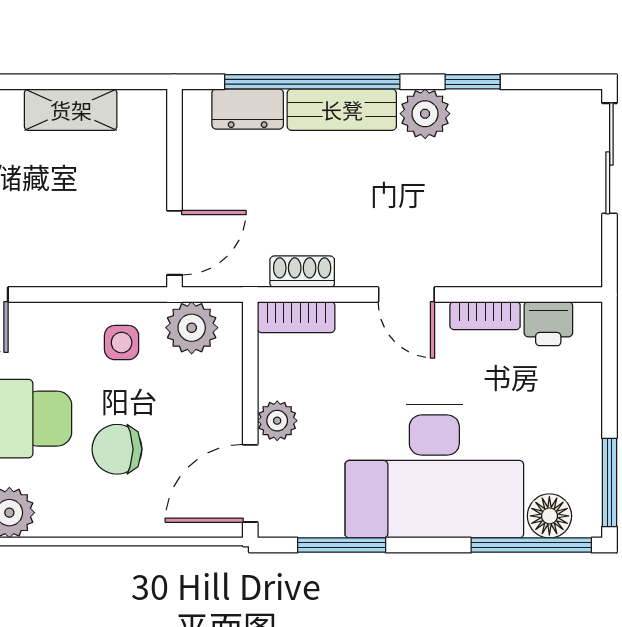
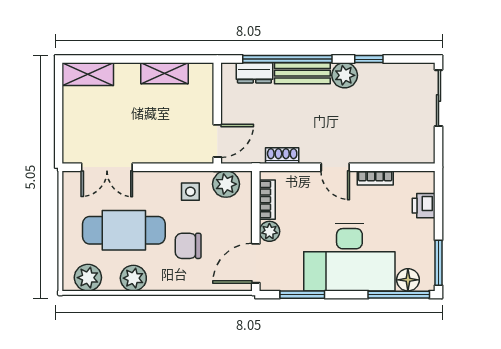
bookcase: (296, 317) -> (267, 200), moved, turned -90
printer: (548, 324) -> (424, 206), moved, turned 90

